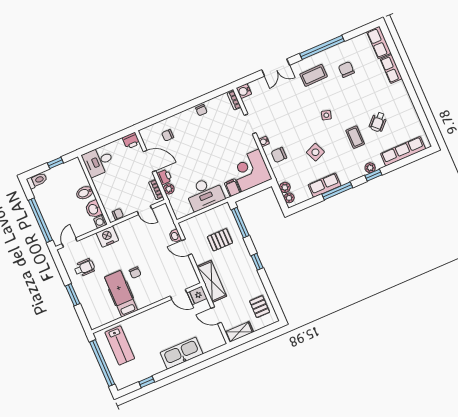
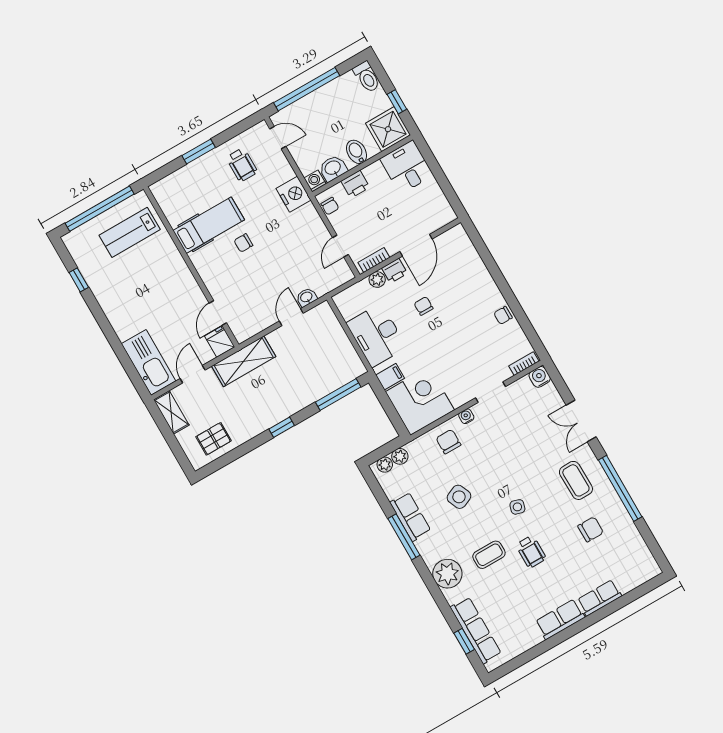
row of seats: (379, 42) -> (560, 619), moved
wheelchair: (378, 122) -> (531, 552), moved, turned -135
chair: (168, 135) -> (424, 306), moved
printer: (131, 141) -> (355, 184), moved, turned -90
plant: (370, 168) -> (447, 574), width x1.87, depth x1.87
shower: (72, 171) -> (388, 129), added
window: (373, 175) -> (464, 641), moved
pallet: (220, 240) -> (308, 367), removed
kitchen sink: (182, 353) -> (149, 362), moved

